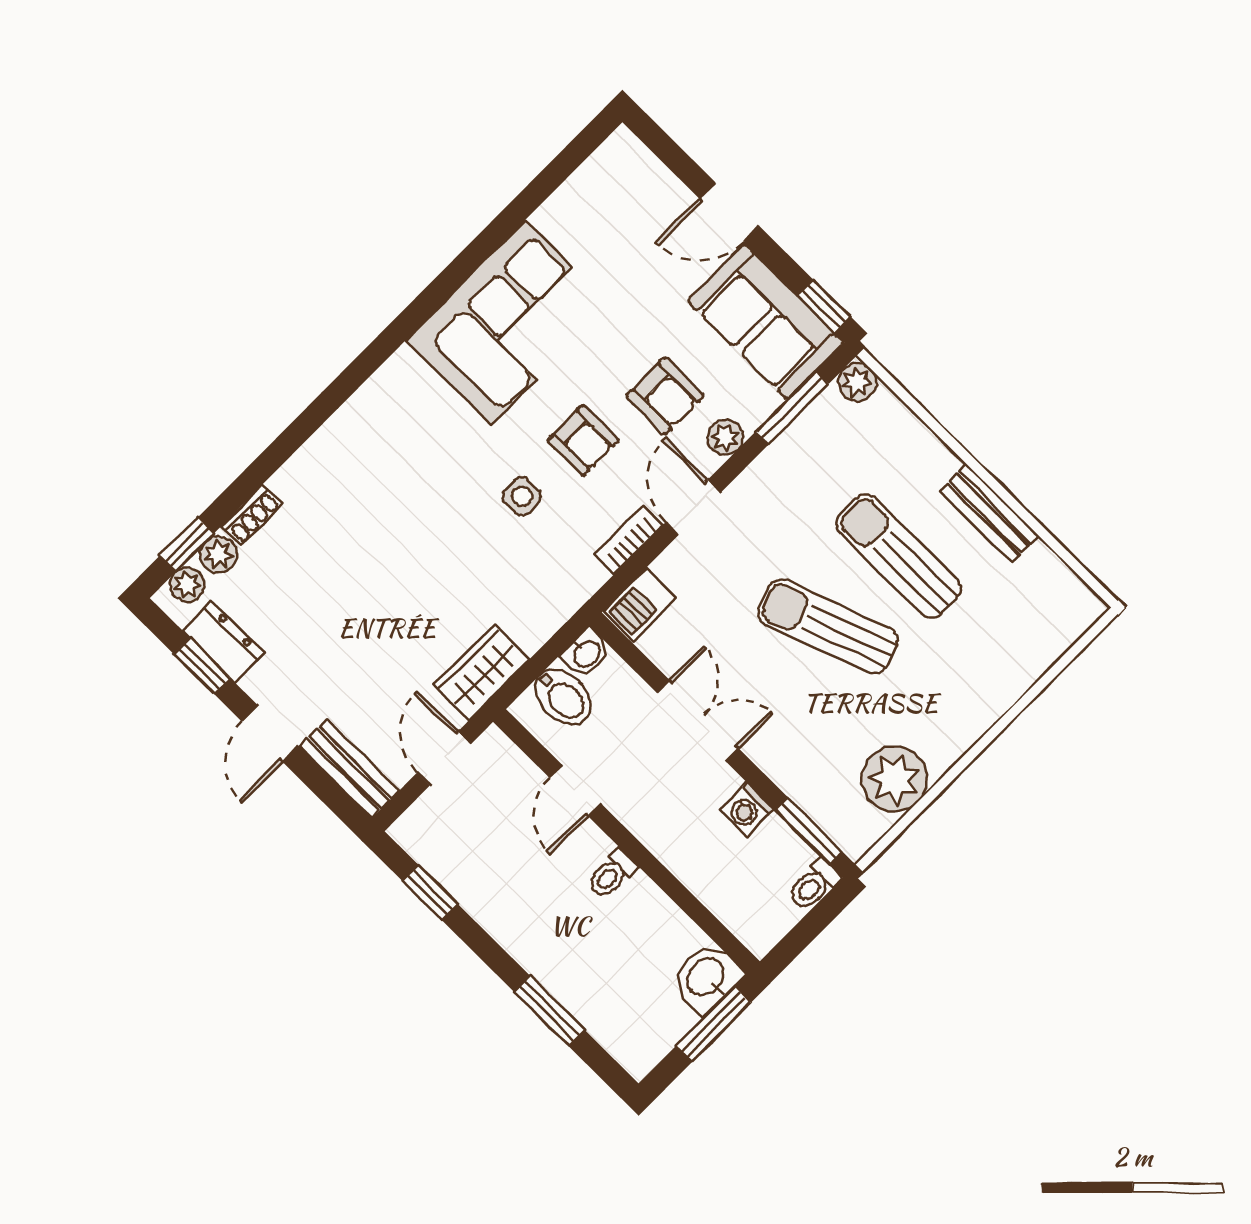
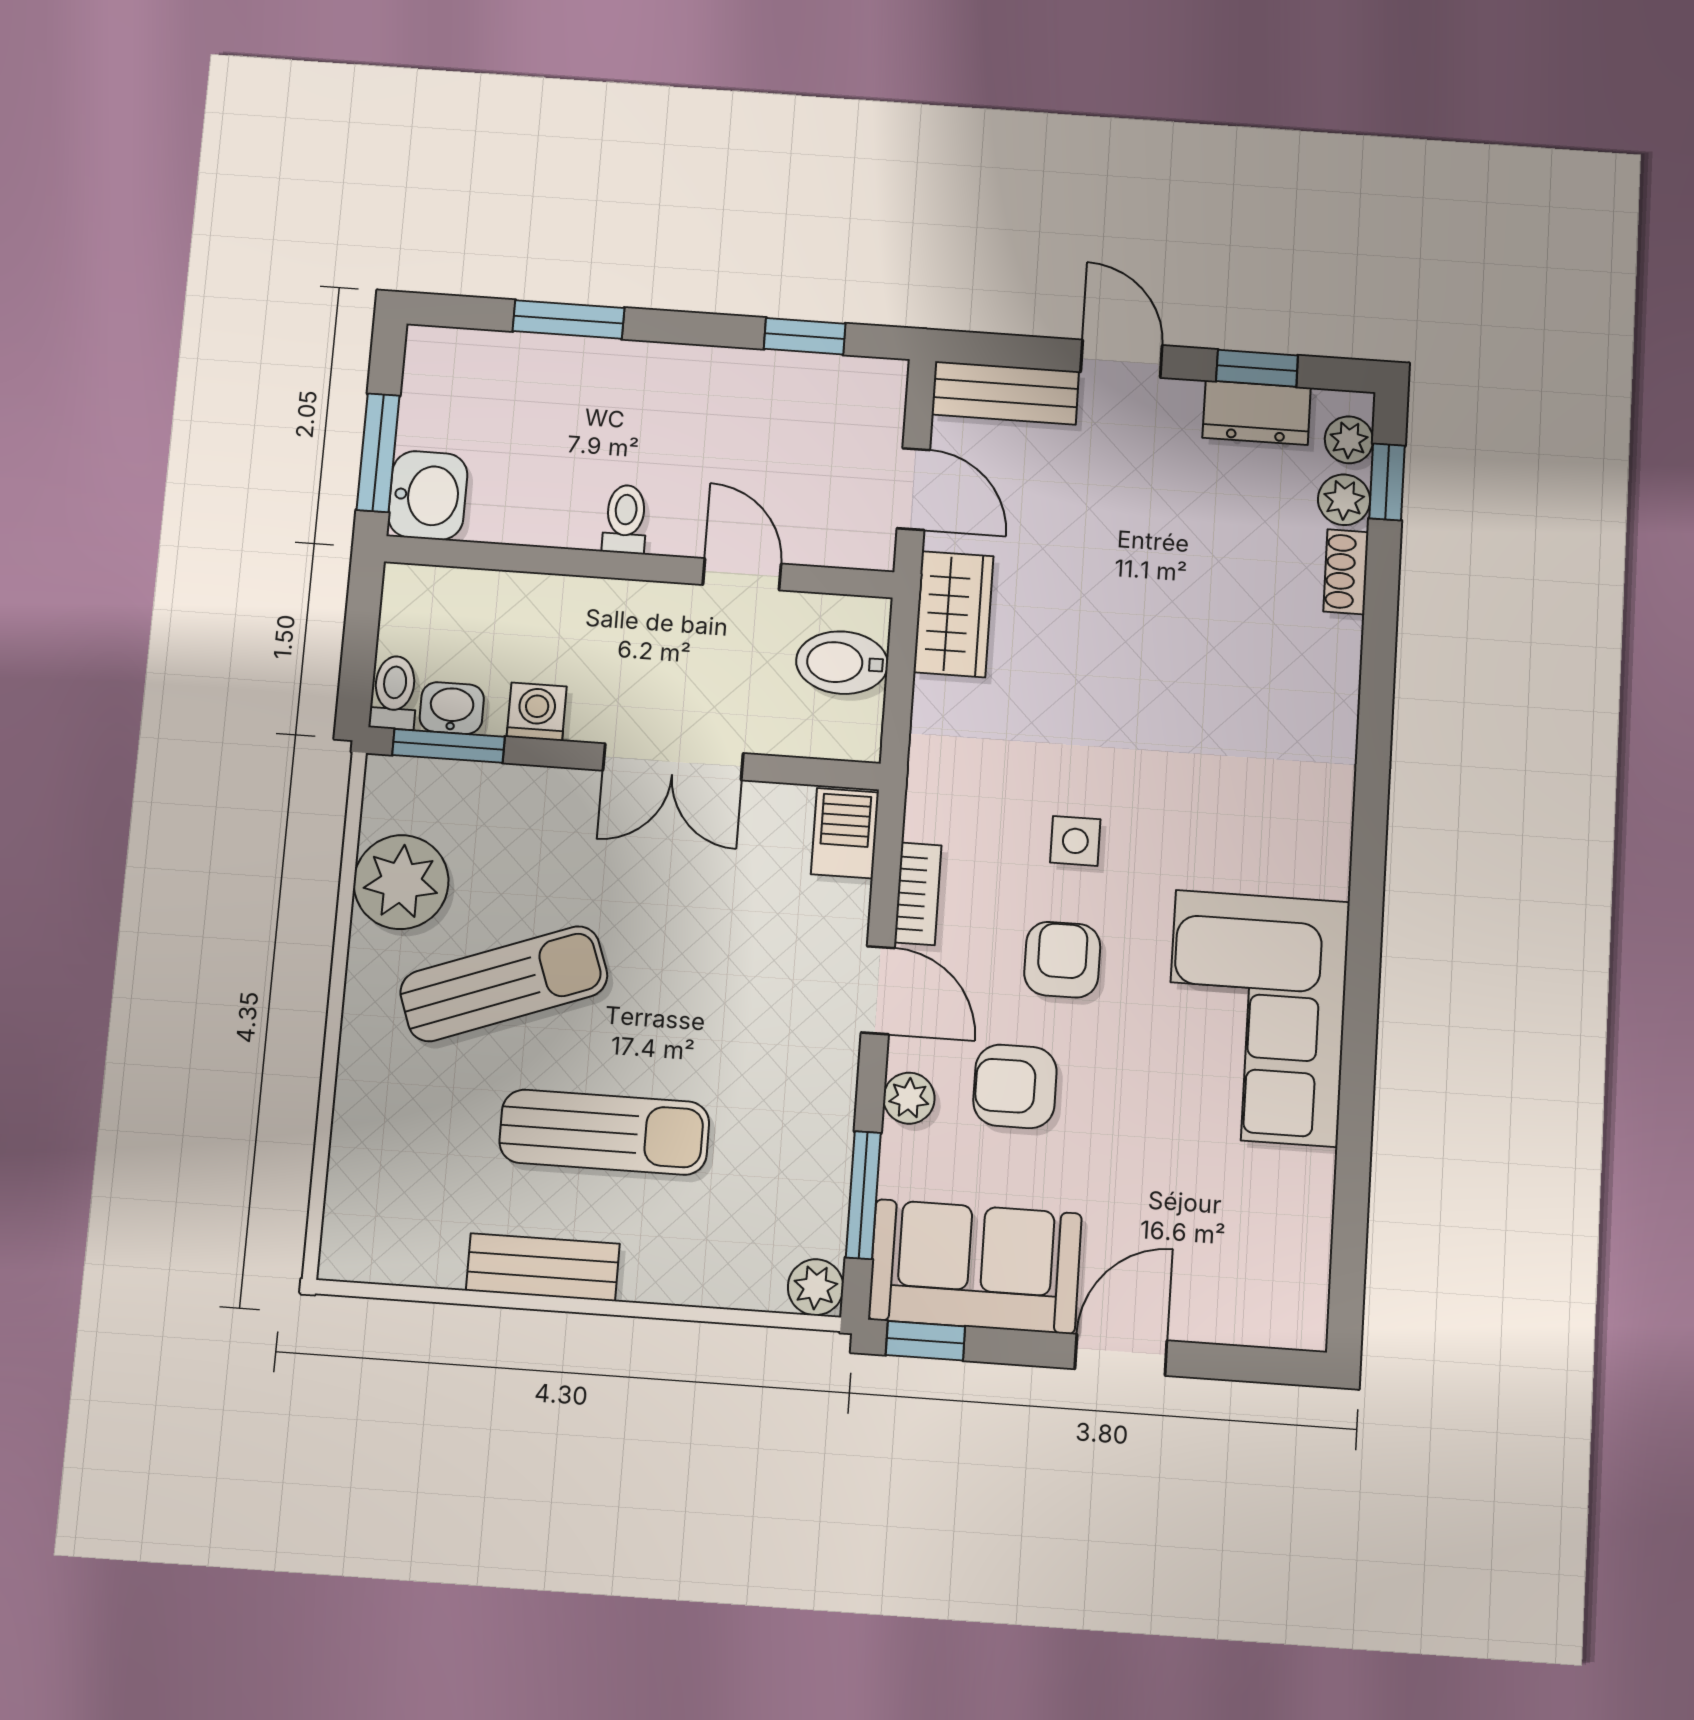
armchair: (583, 440) -> (1062, 960), turned 90
sun lounger: (827, 626) -> (504, 984), moved
washbasin: (586, 653) -> (452, 708), moved, turned 90

